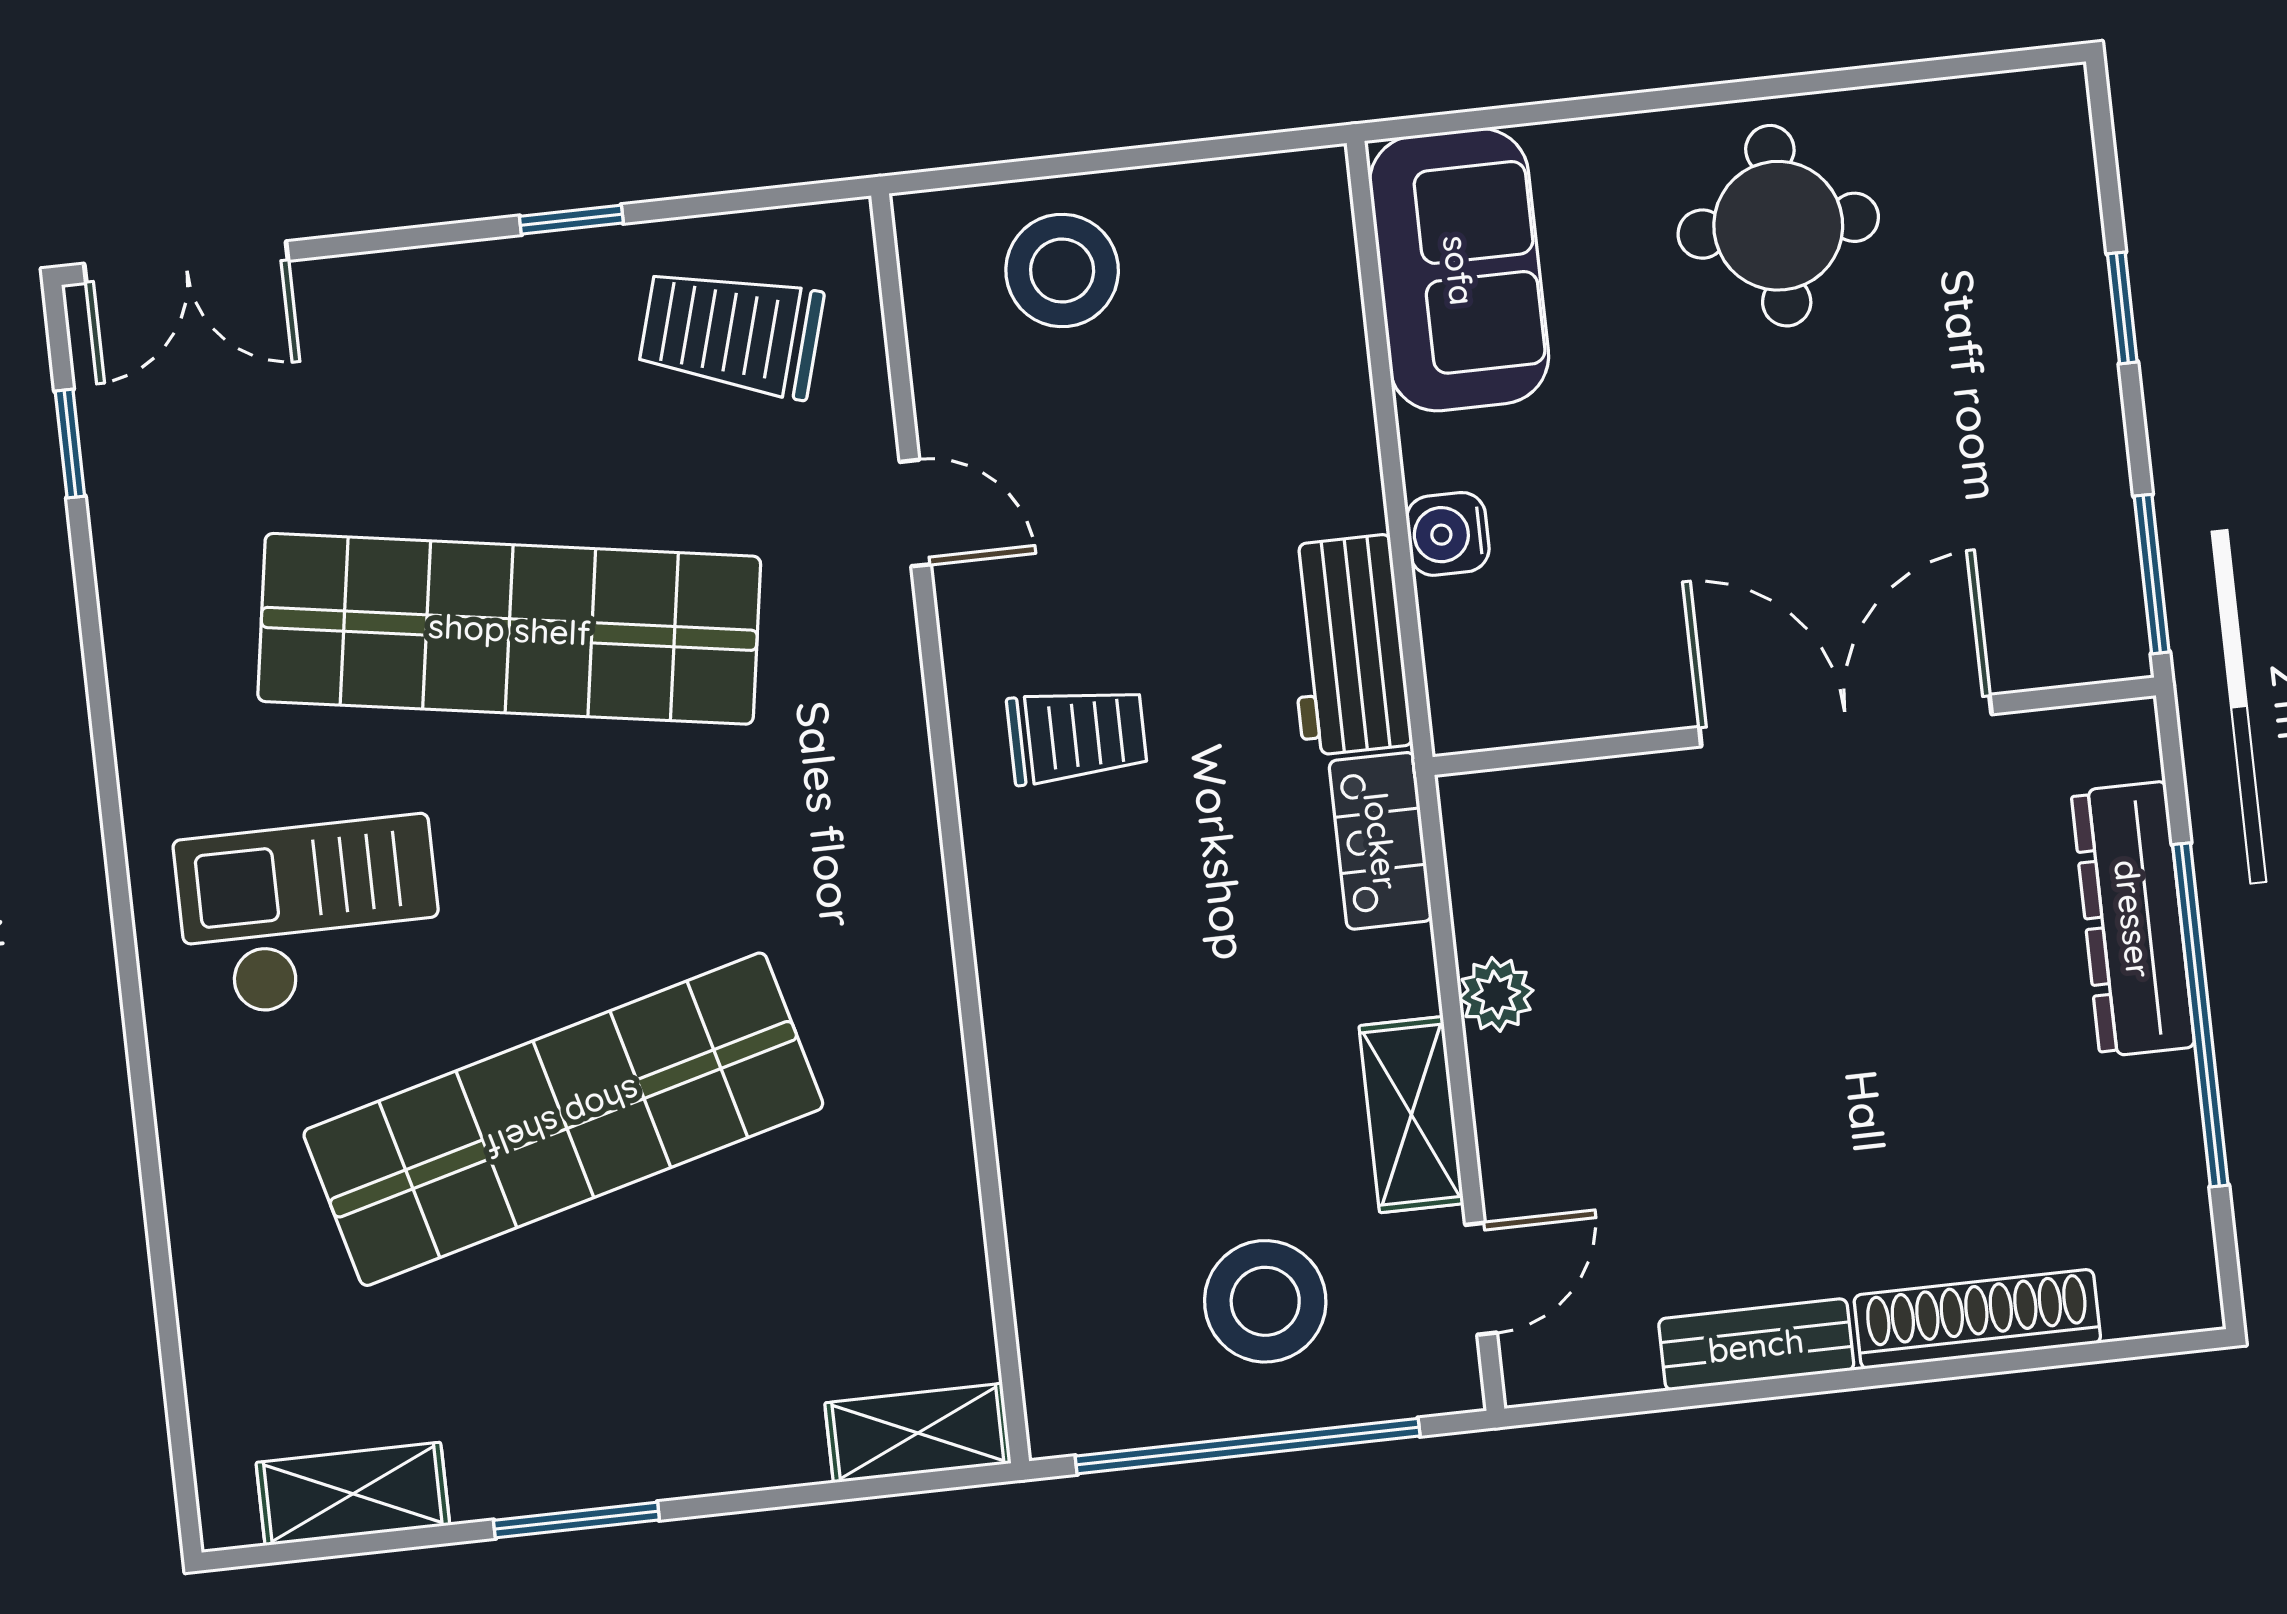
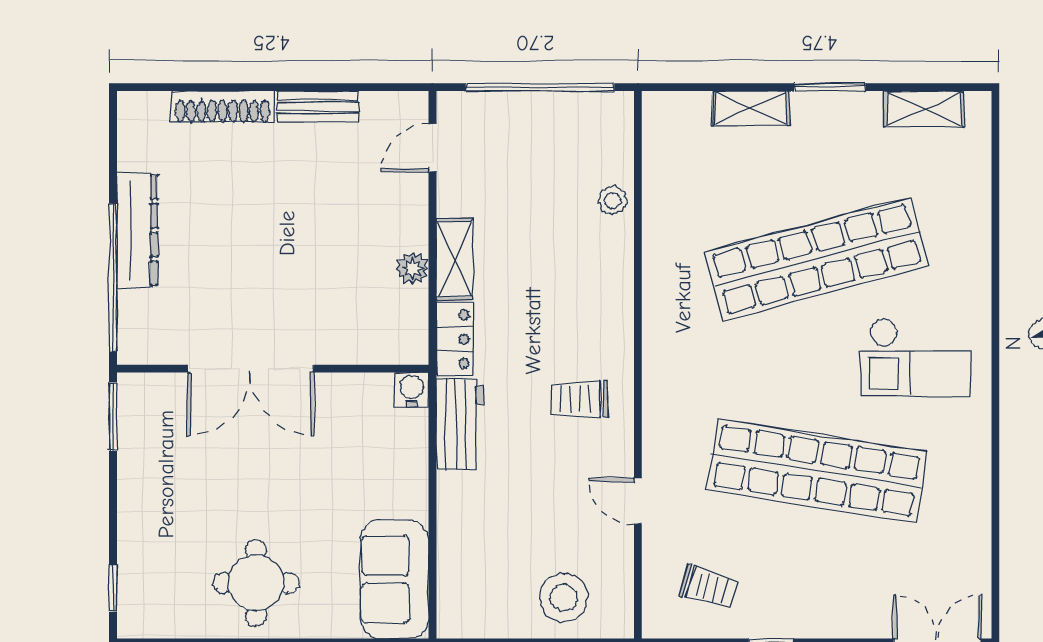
window: (2122, 308) -> (113, 588), moved
trolley: (731, 332) -> (708, 587), width x0.73, depth x0.72
window: (70, 444) -> (995, 571), removed
water cooler: (1448, 534) -> (412, 390), moved, turned -90
dresser: (2133, 919) -> (137, 230), moved
window: (2200, 1015) -> (113, 278), moved
shelving: (1411, 1115) -> (454, 259), moved
stool: (1265, 1301) -> (613, 200), moved, width x0.53, depth x0.53
shelving: (918, 1433) -> (751, 108), moved

